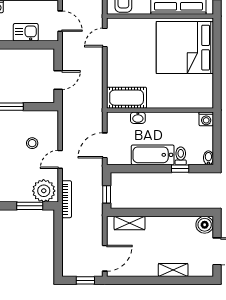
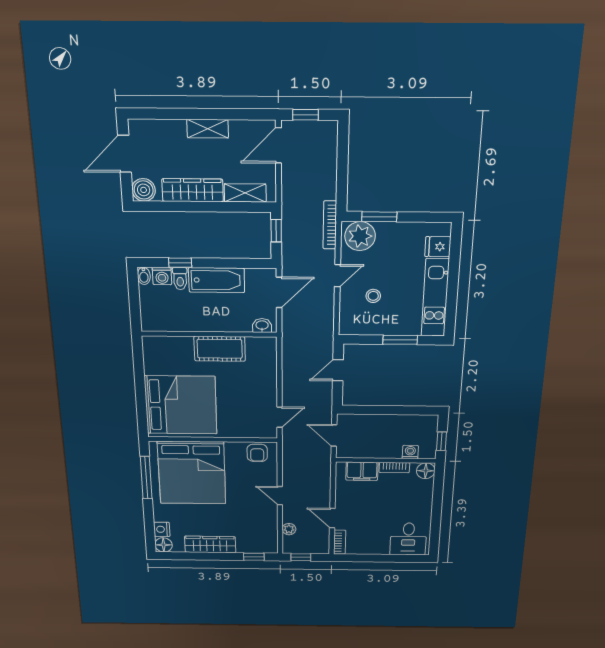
kitchen sink: (26, 32) -> (376, 424), removed
cot: (127, 98) -> (220, 349), moved
washbasin: (138, 118) -> (262, 326), moved
washing machine: (206, 119) -> (162, 276), moved, turned 180
wardrobe: (168, 225) -> (193, 190), added
shelving: (173, 270) -> (208, 129), moved

